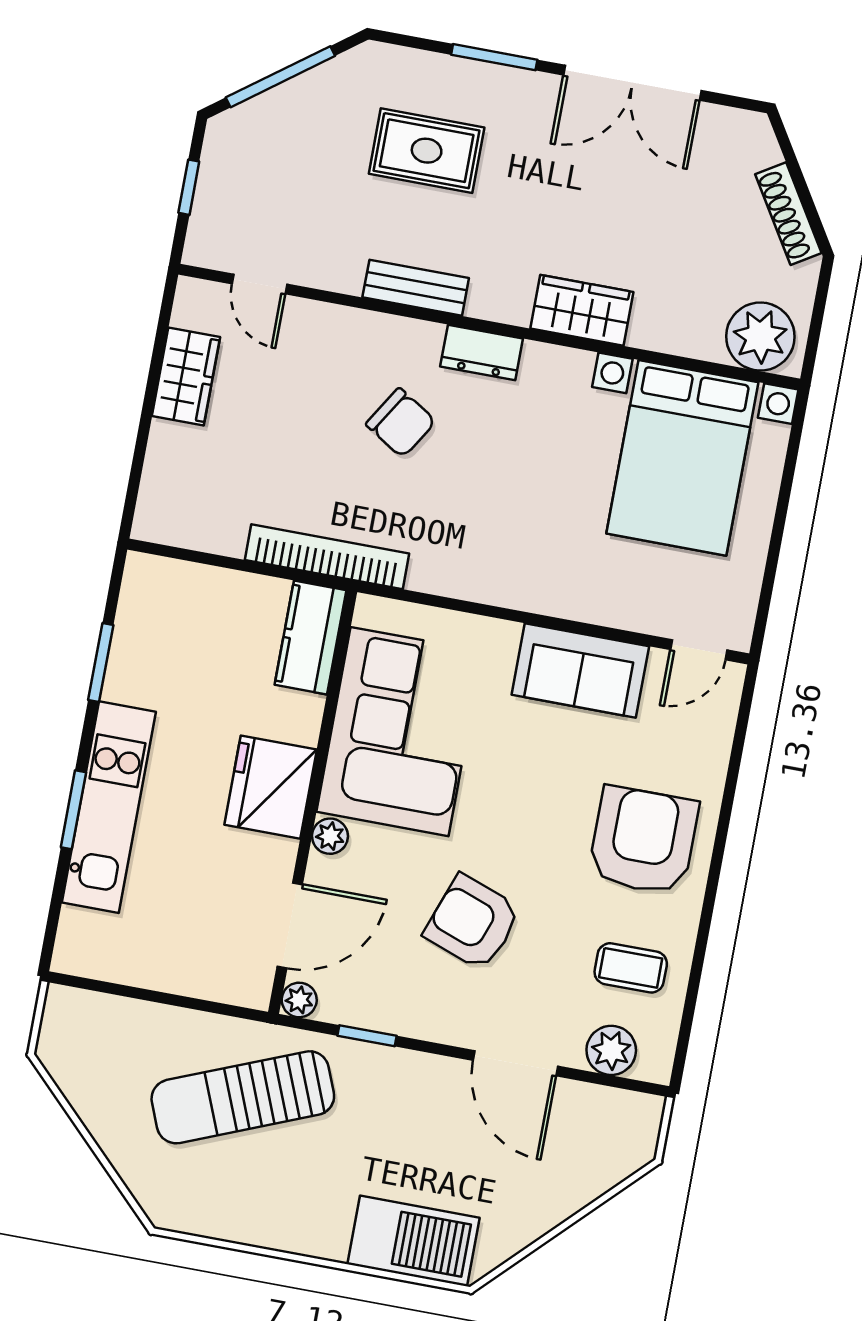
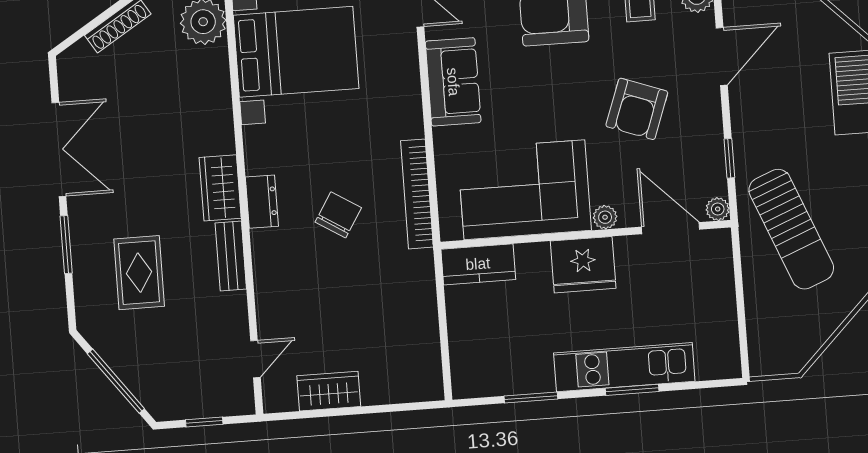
wardrobe: (582, 310) -> (220, 188), moved
chair: (401, 423) -> (338, 215), moved
bookcase: (327, 557) -> (417, 194), moved

